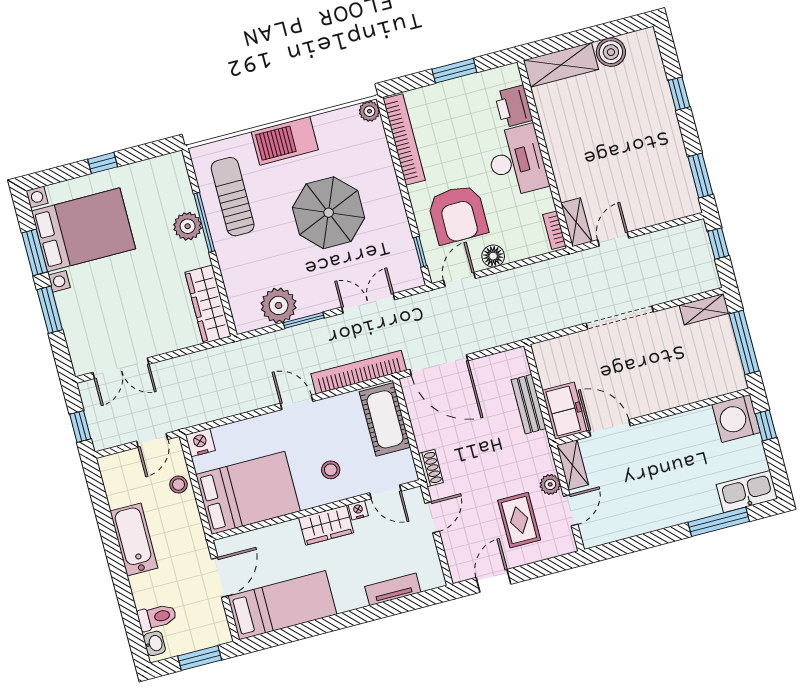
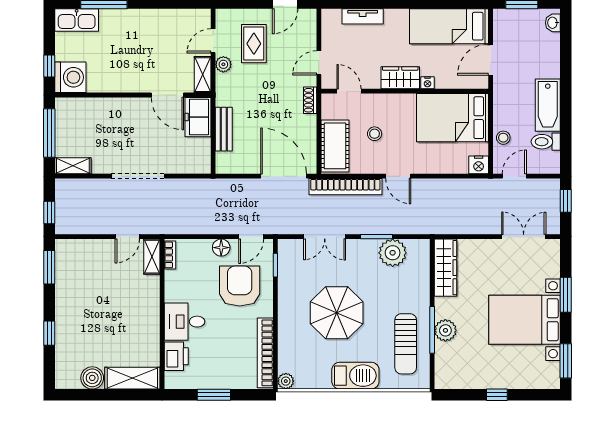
desk: (517, 161) -> (185, 322), width x0.73
bed with nightstands: (83, 230) -> (525, 320), moved
window: (35, 252) -> (566, 361), moved
stool: (331, 470) -> (375, 134), moved
nightstand: (358, 510) -> (428, 83), moved
toilet: (157, 617) -> (546, 142), moved

